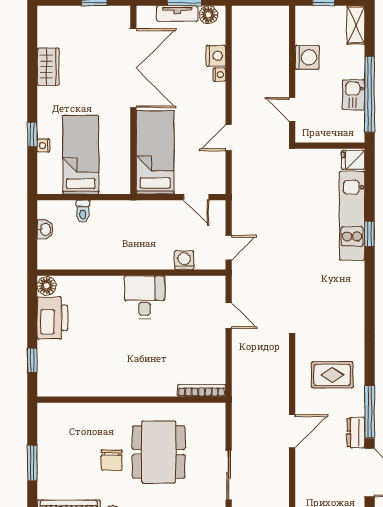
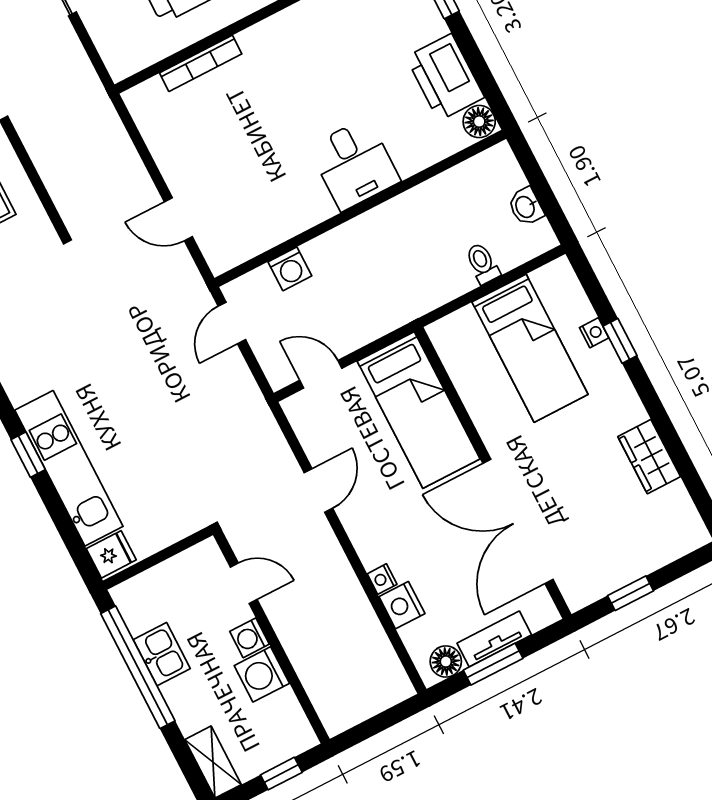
washing machine: (304, 80) -> (250, 638), added
desk: (145, 297) -> (354, 164), moved
bookcase: (202, 390) -> (201, 63), moved

